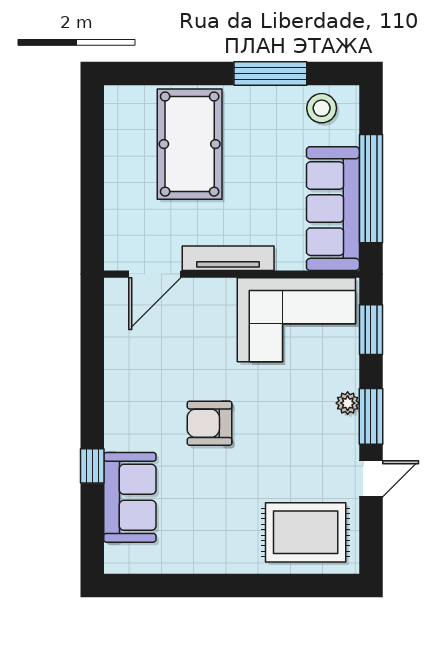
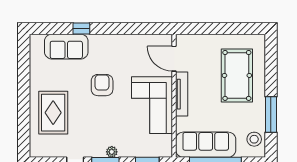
pool table: (190, 144) -> (237, 75), turned 90
corner sofa: (296, 320) -> (152, 105), moved
rug: (306, 532) -> (53, 113), moved

